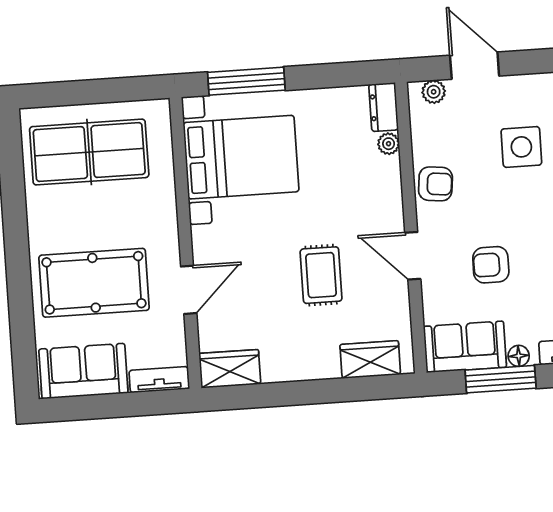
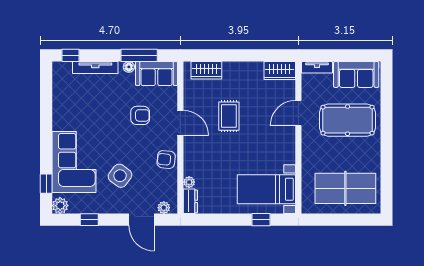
window: (246, 81) -> (261, 220), width x0.46
side table: (521, 147) -> (120, 176), turned 37
bed with nightstands: (241, 157) -> (266, 189), width x0.73

